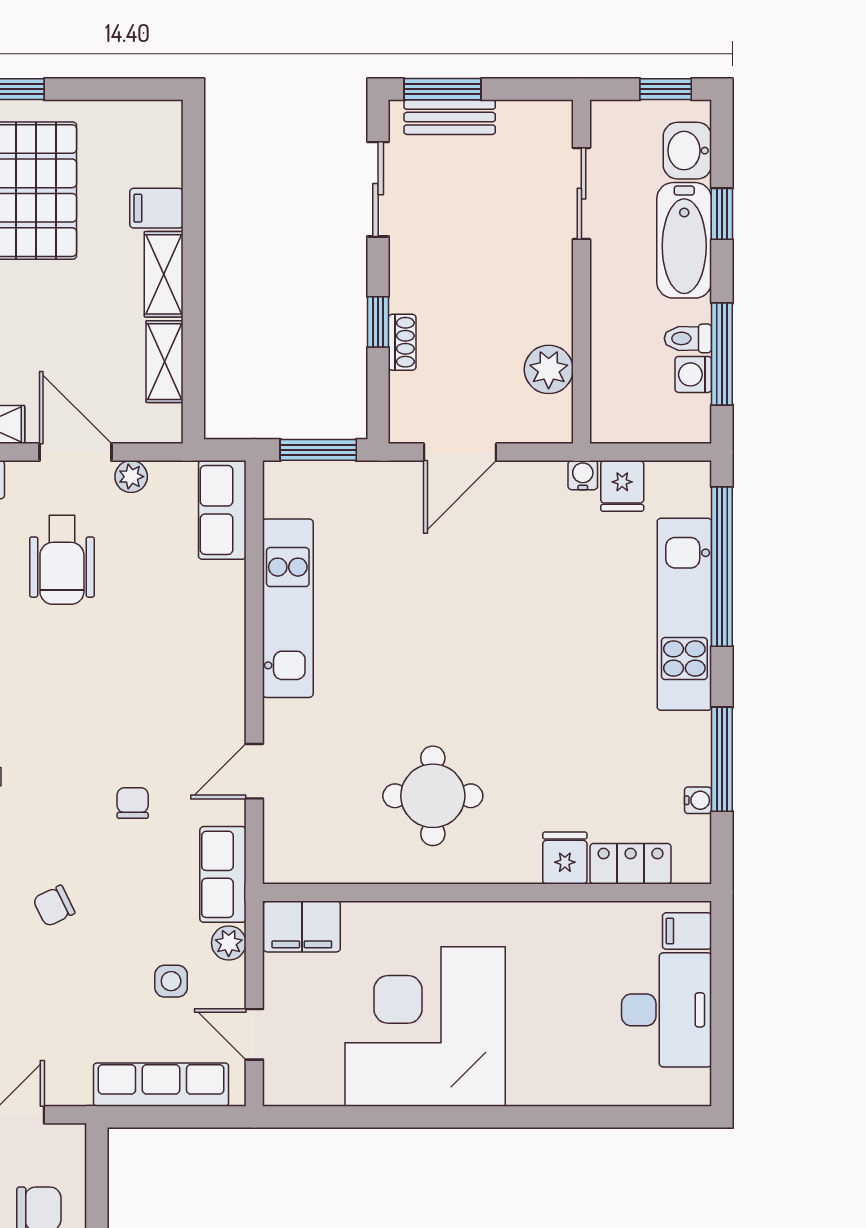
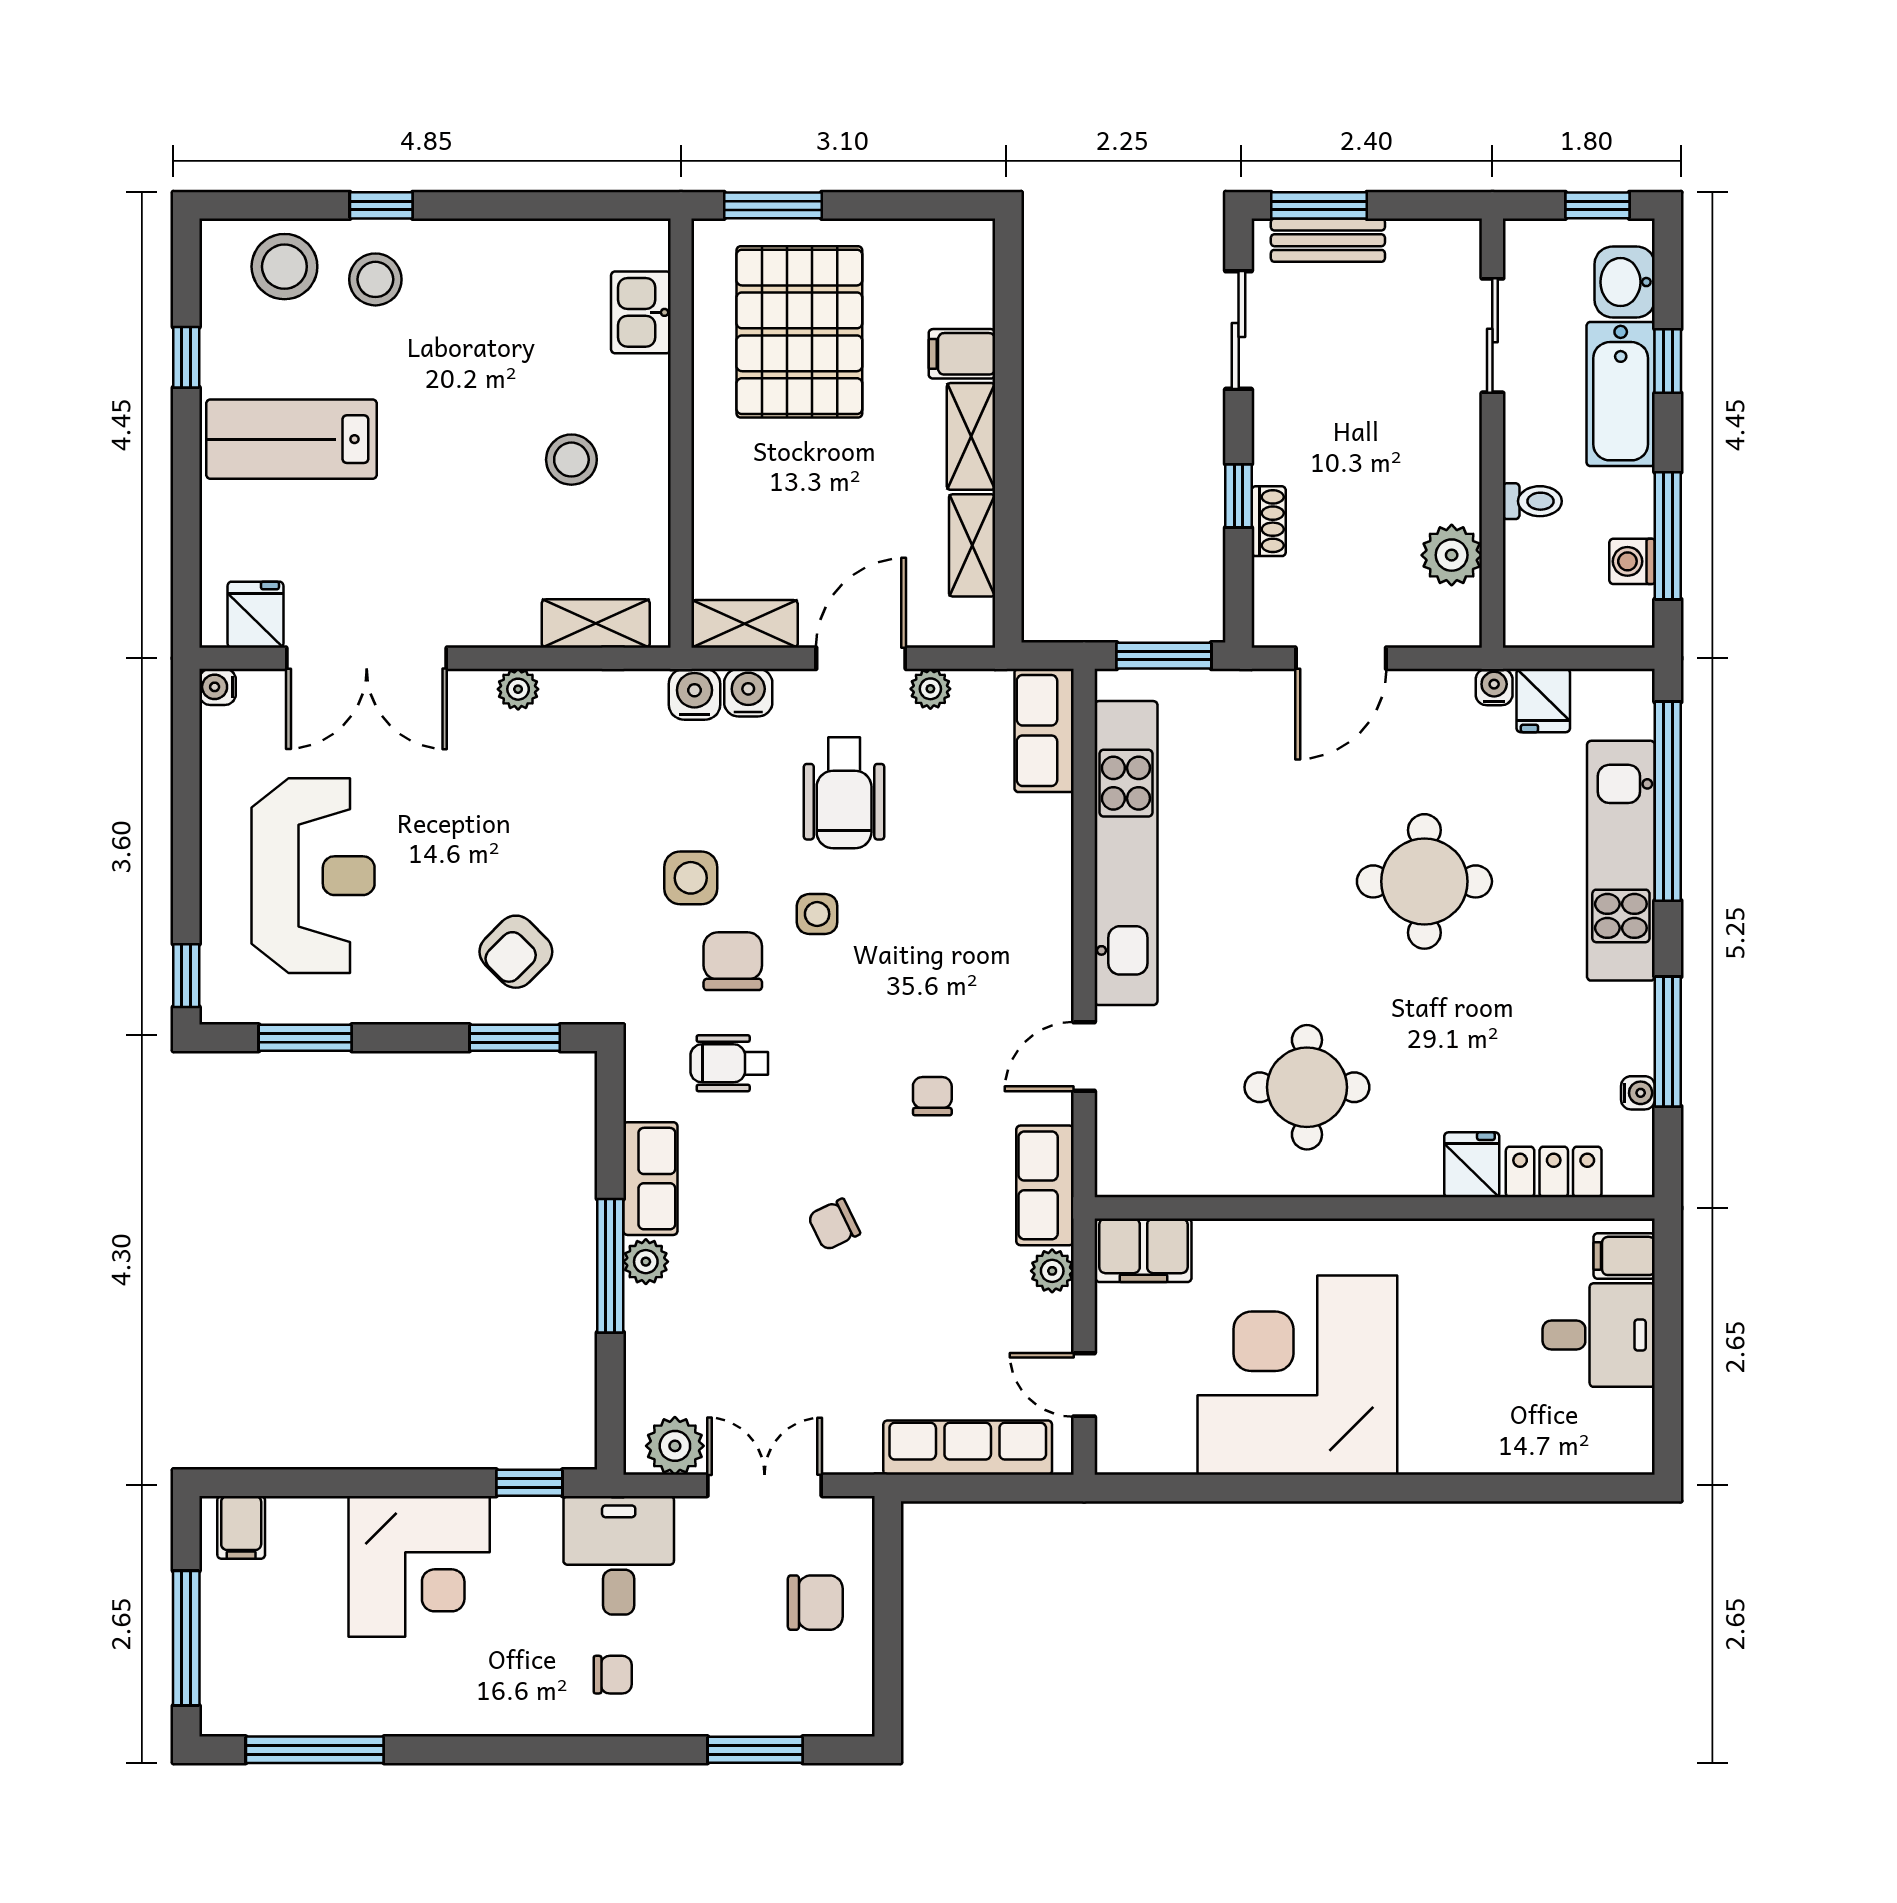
toilet: (688, 338) -> (1532, 501), moved, turned 180
door: (75, 452) -> (861, 658), hinge flipped
kitchen unit: (288, 608) -> (1126, 853), width x1.36
round table: (527, 631) -> (1424, 881), added
side table: (171, 981) -> (817, 914), moved
desk: (667, 1010) -> (1599, 1335), width x0.73

